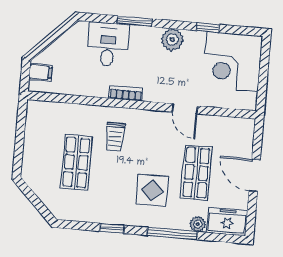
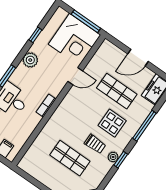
corner desk: (232, 62) -> (74, 40), moved
window: (263, 82) -> (86, 21), added
trolley: (115, 137) -> (95, 144), moved
plant: (198, 224) -> (113, 157), moved

